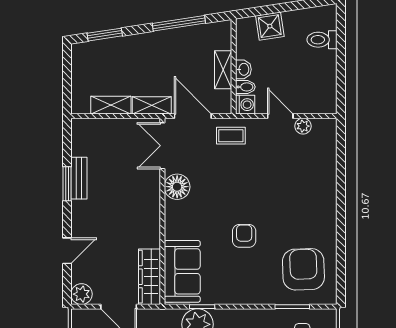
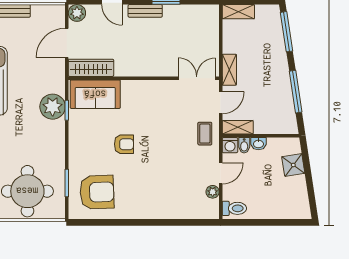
window: (105, 35) -> (287, 32), width x1.44
toilet: (322, 40) -> (234, 208), moved, turned 90
shelving: (223, 70) -> (238, 127), moved
shelving: (111, 105) -> (238, 12), moved, turned 90
door: (193, 116) -> (221, 103), width x0.73
bench: (79, 178) -> (145, 11), moved
floor lamp: (177, 187) -> (164, 90), removed

